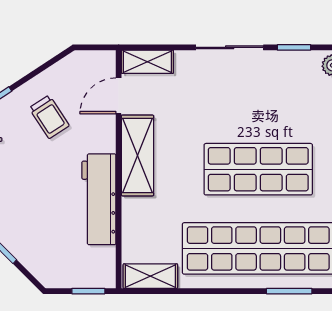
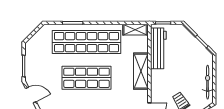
shelving: (138, 155) -> (141, 71), moved
workbench: (99, 199) -> (158, 48), moved

